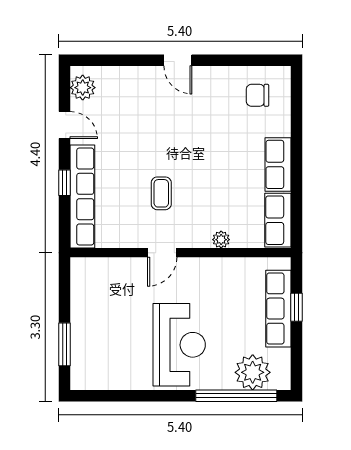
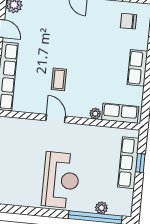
row of seats: (278, 220) -> (120, 113), moved, turned 90
door: (162, 253) -> (56, 118), swing flipped
plant: (253, 372) -> (101, 208), width x0.53, depth x0.53

